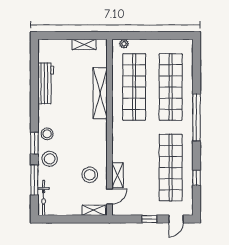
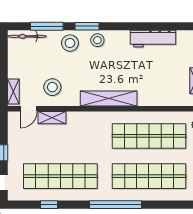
shelving: (100, 93) -> (109, 99), moved
door: (109, 196) -> (29, 109), hinge flipped

